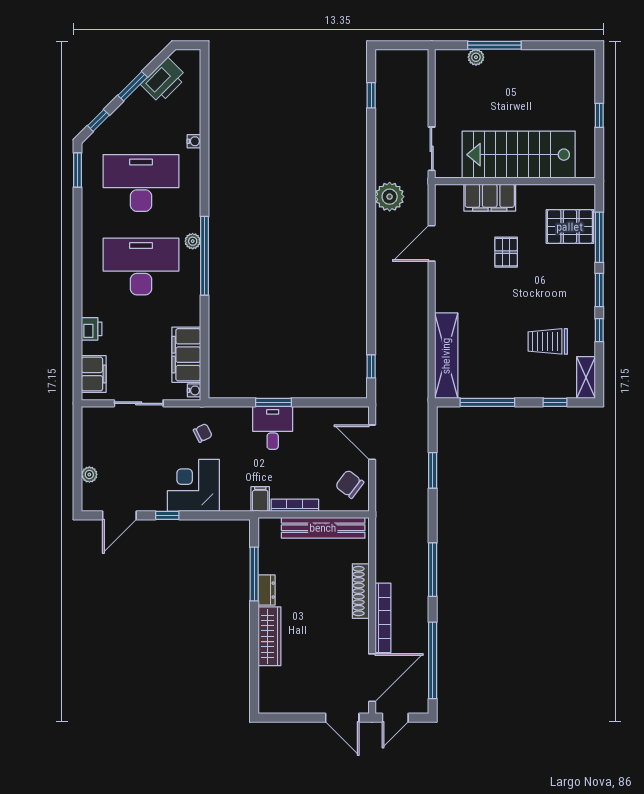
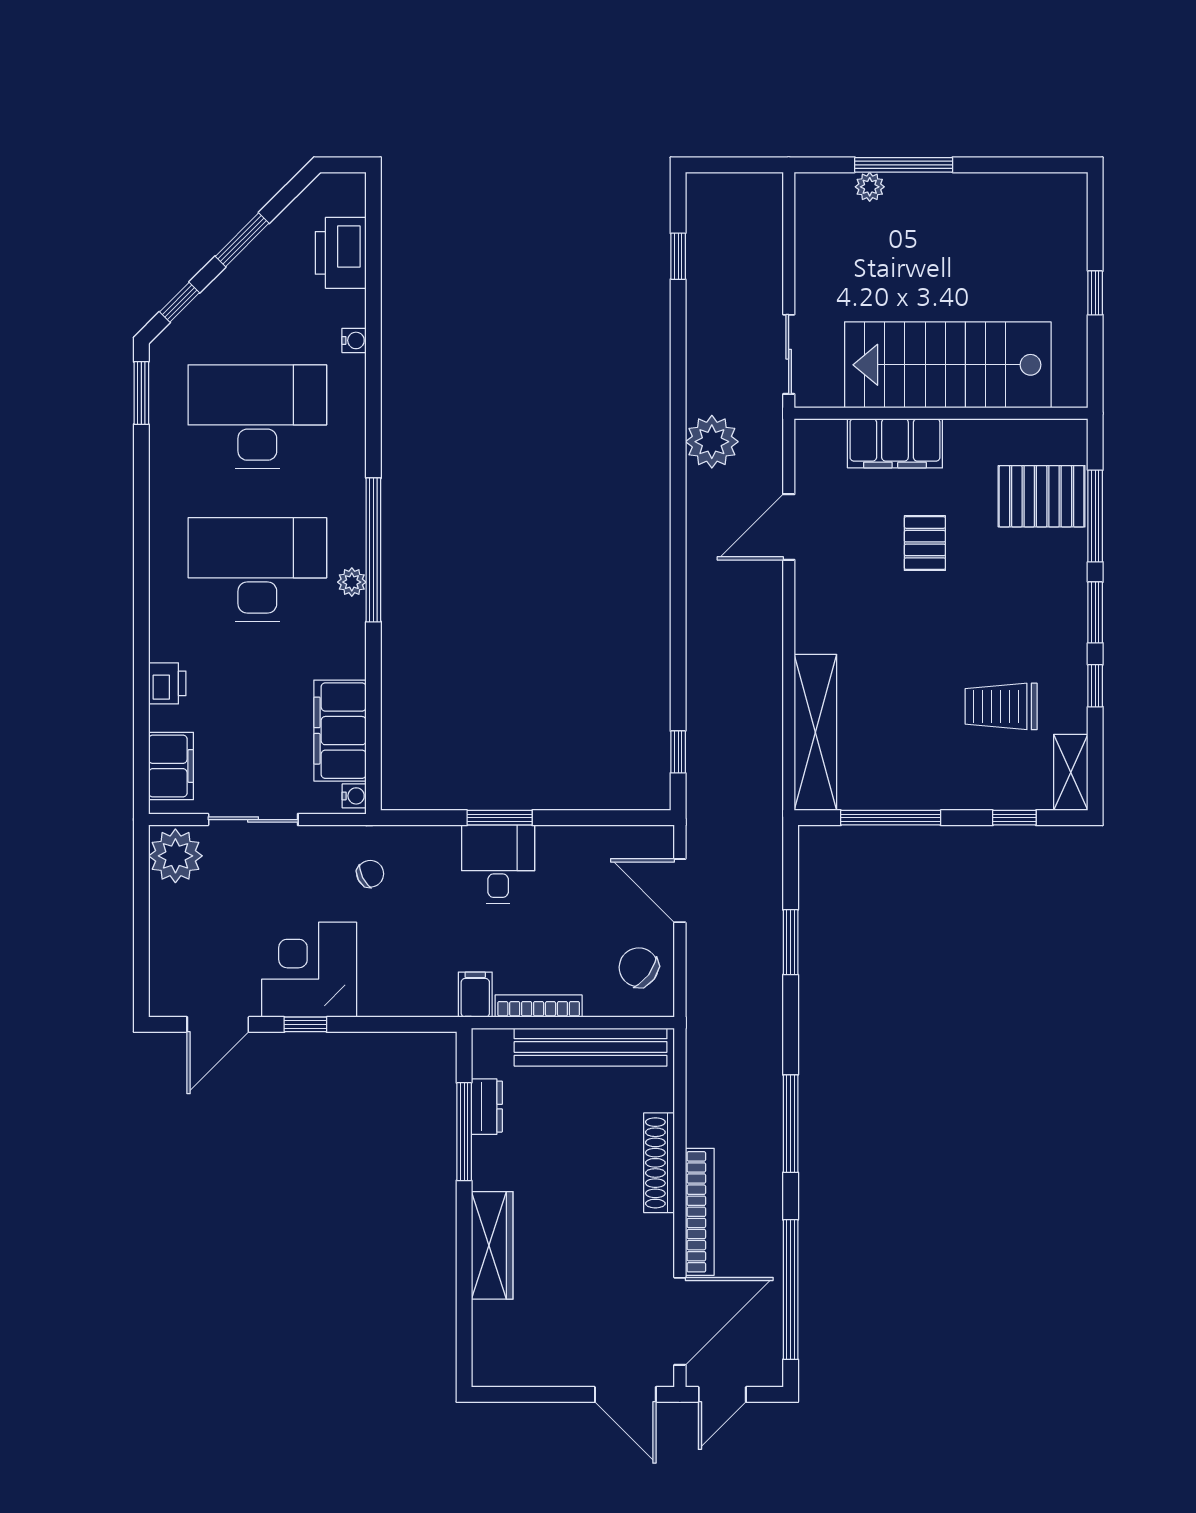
printer: (164, 80) -> (341, 253), moved, turned 135
plant: (193, 241) -> (352, 582), moved
plant: (89, 475) -> (175, 856), moved, width x1.88, depth x1.88
corner desk: (193, 485) -> (309, 970), moved
dresser: (267, 590) -> (487, 1107), moved

